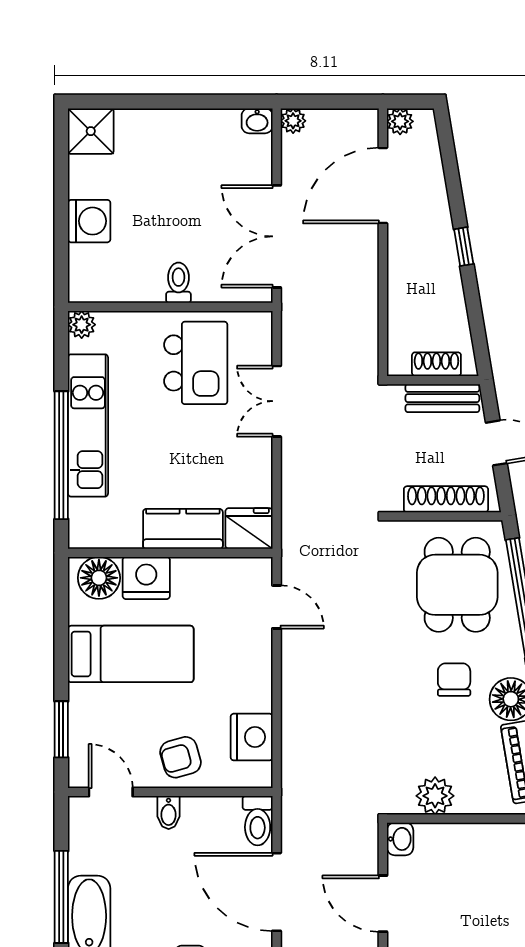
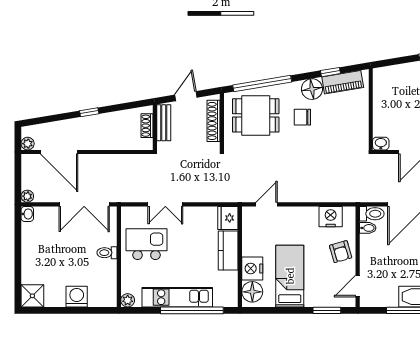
plant: (435, 796) -> (360, 126), removed
bidet: (169, 813) -> (368, 228), moved

